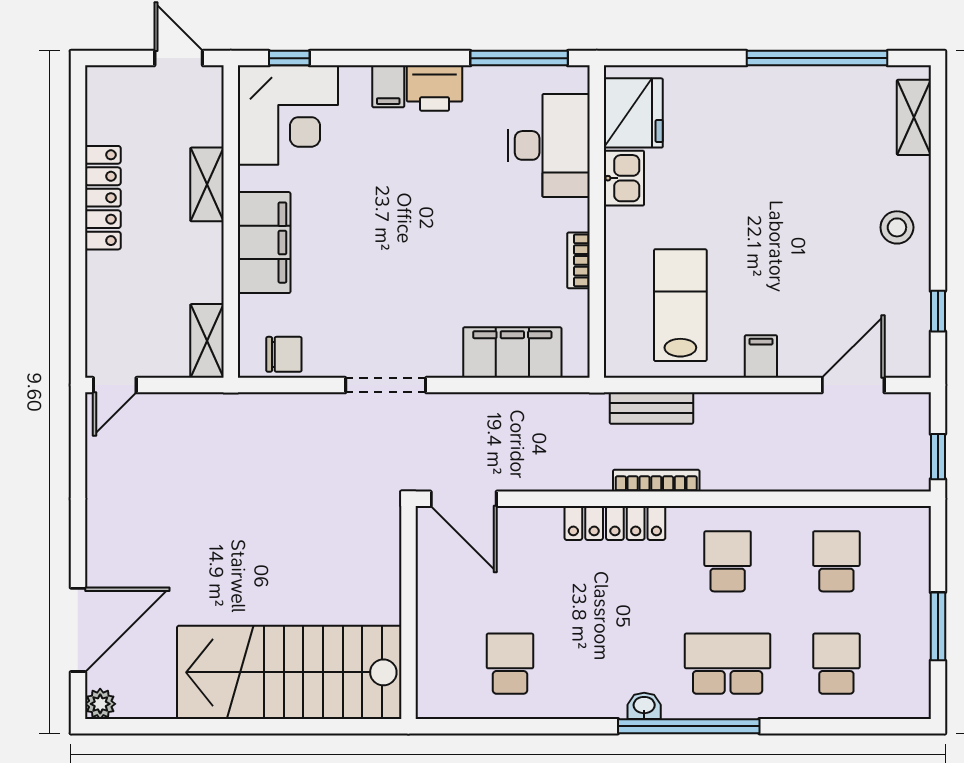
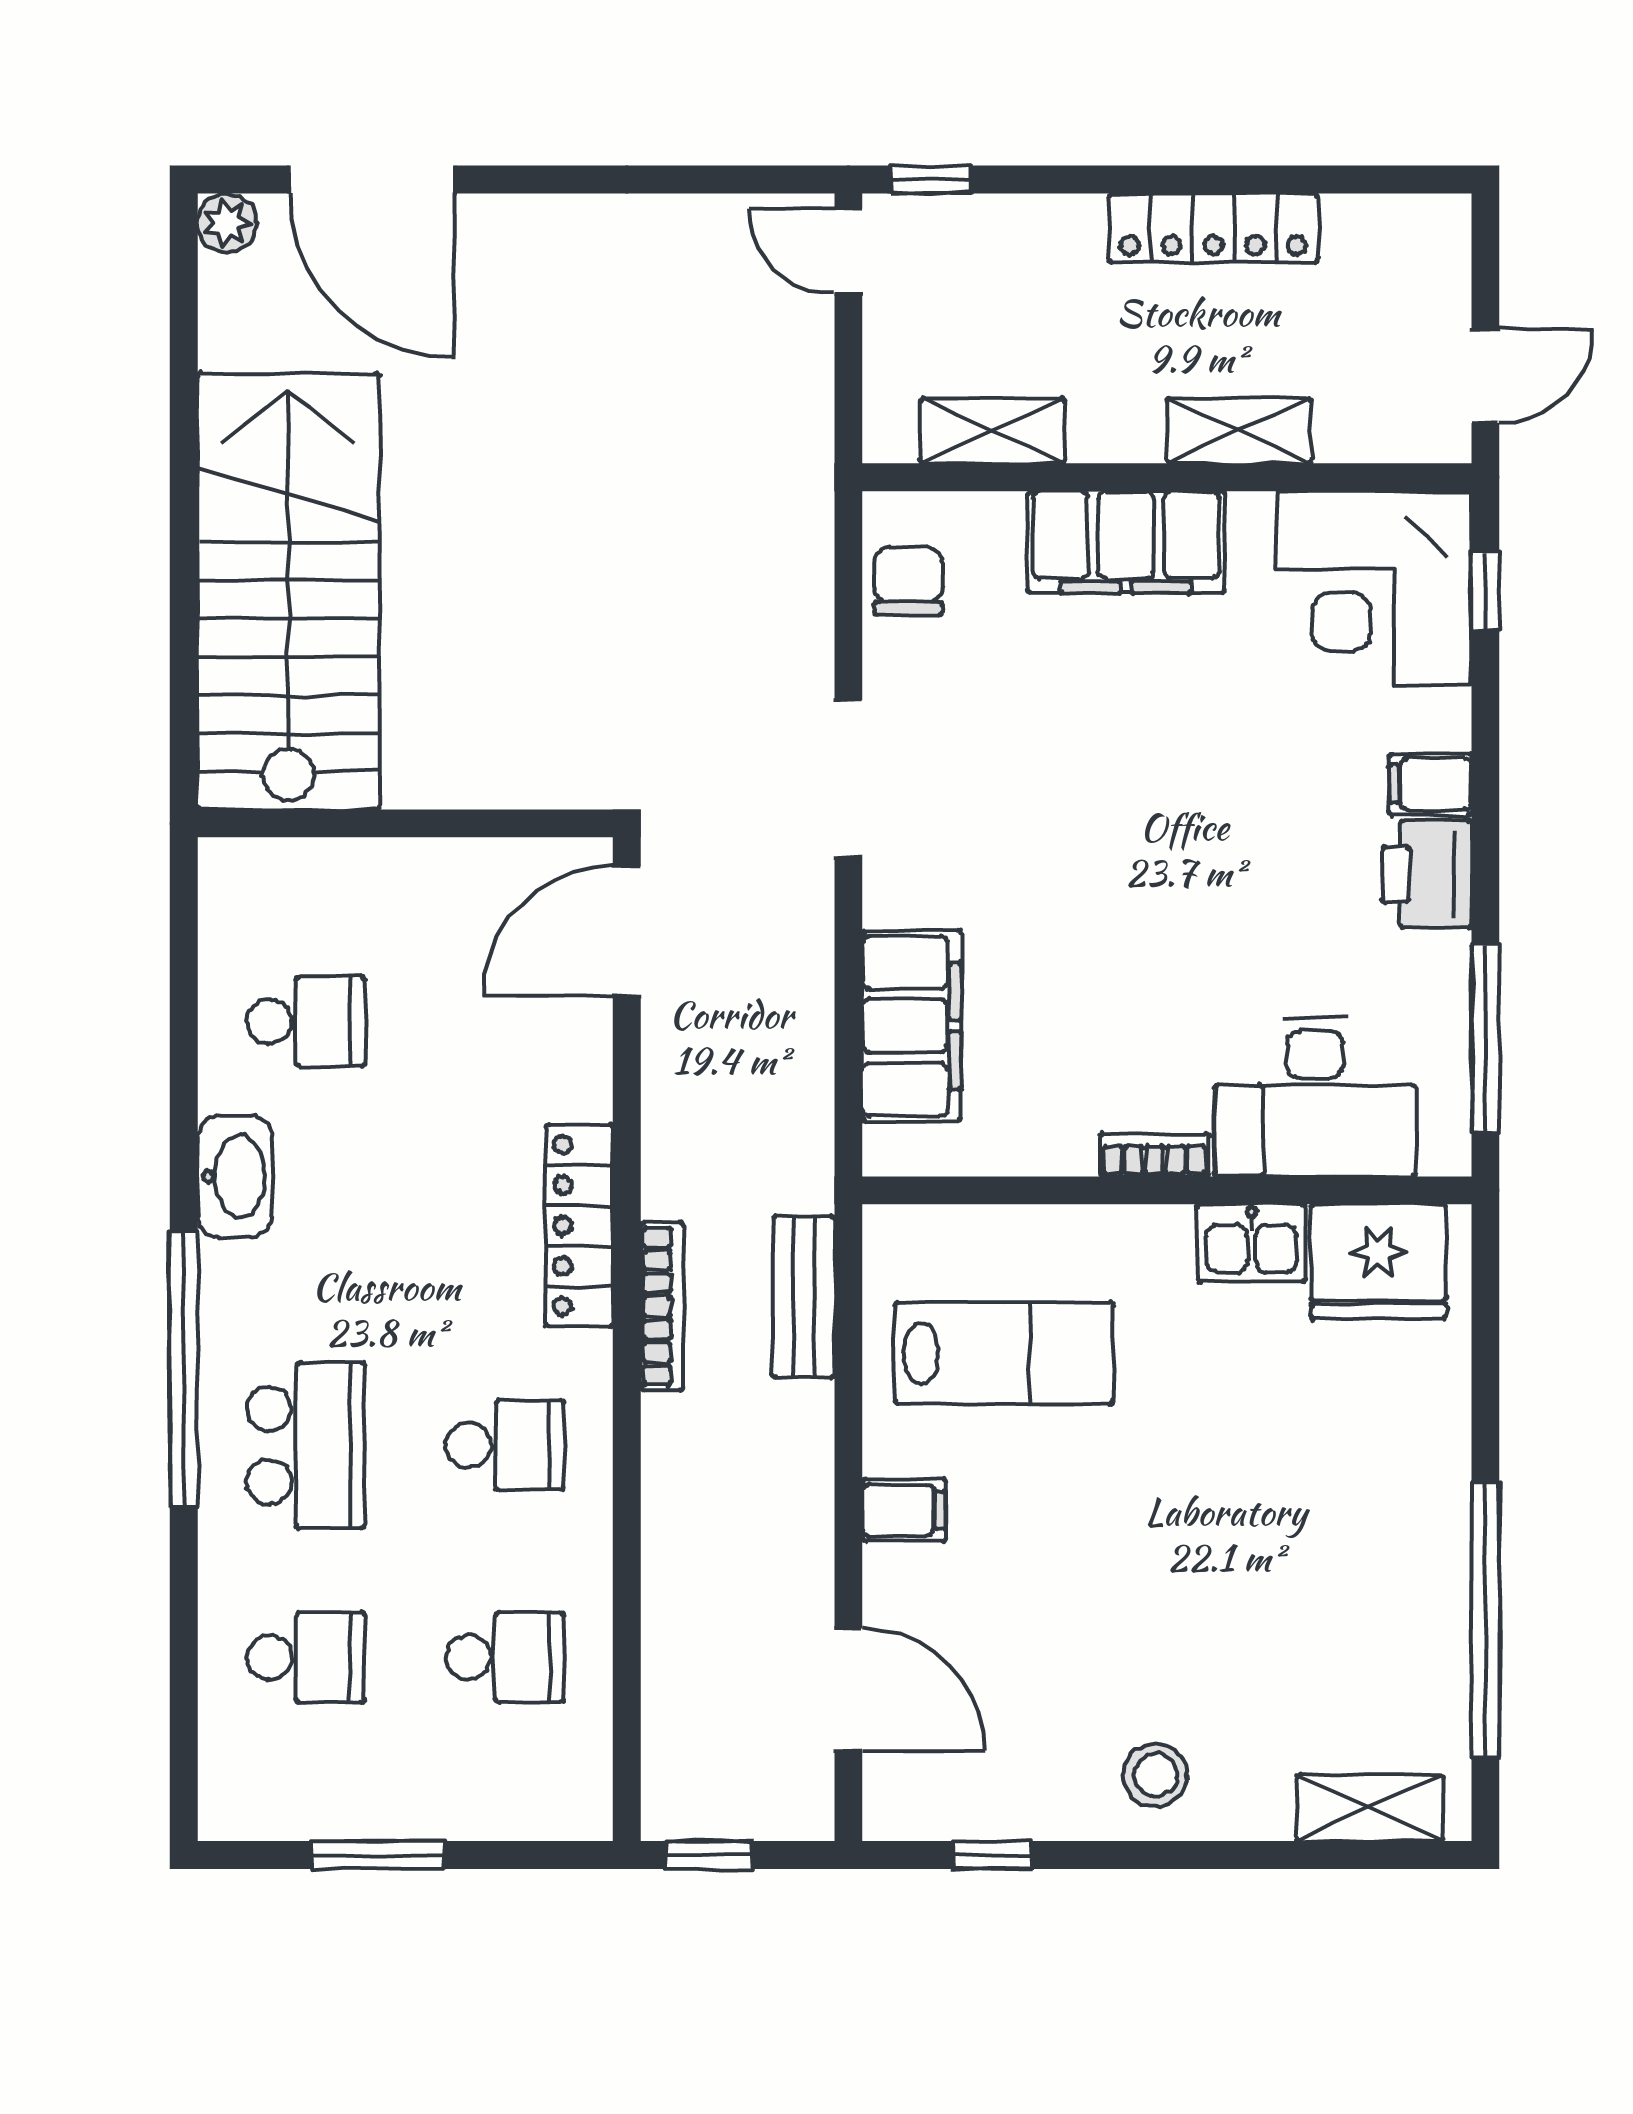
bookcase: (579, 260) -> (1154, 1155), moved
shelving: (207, 341) -> (993, 431), moved
window: (78, 342) -> (931, 179), added
chair: (284, 354) -> (908, 581), turned 180
washbasin: (644, 706) -> (235, 1176), moved, width x1.91, depth x1.45

